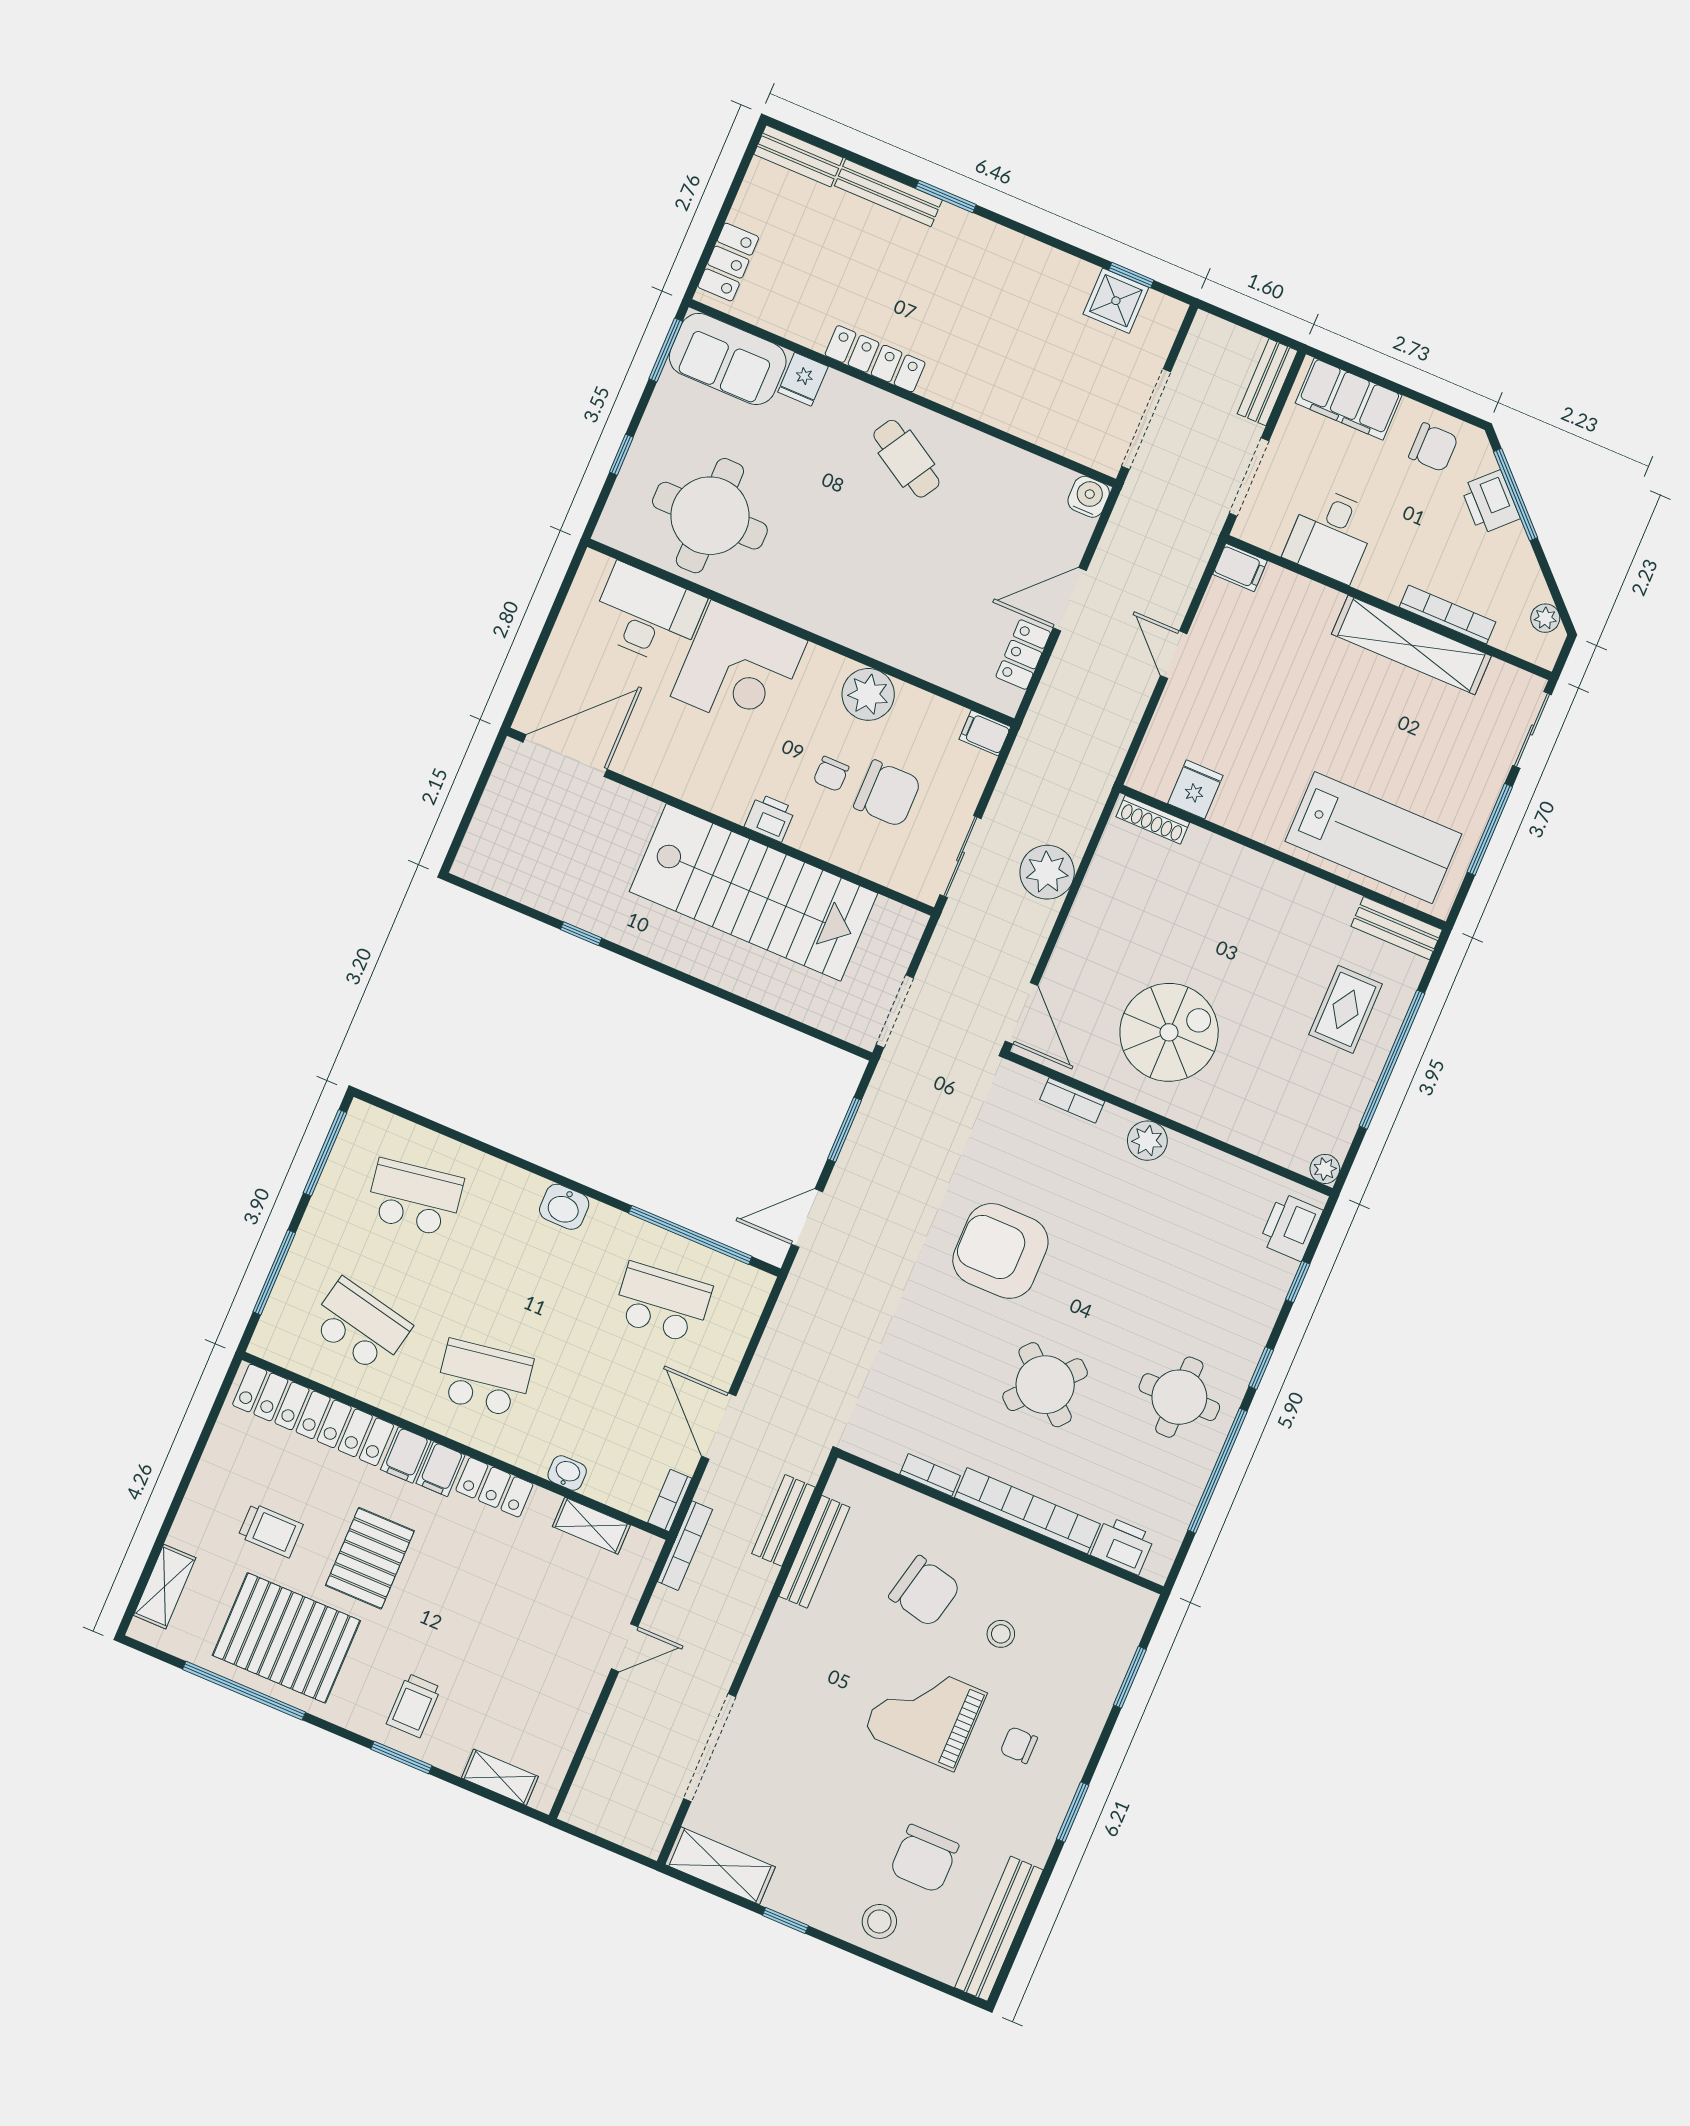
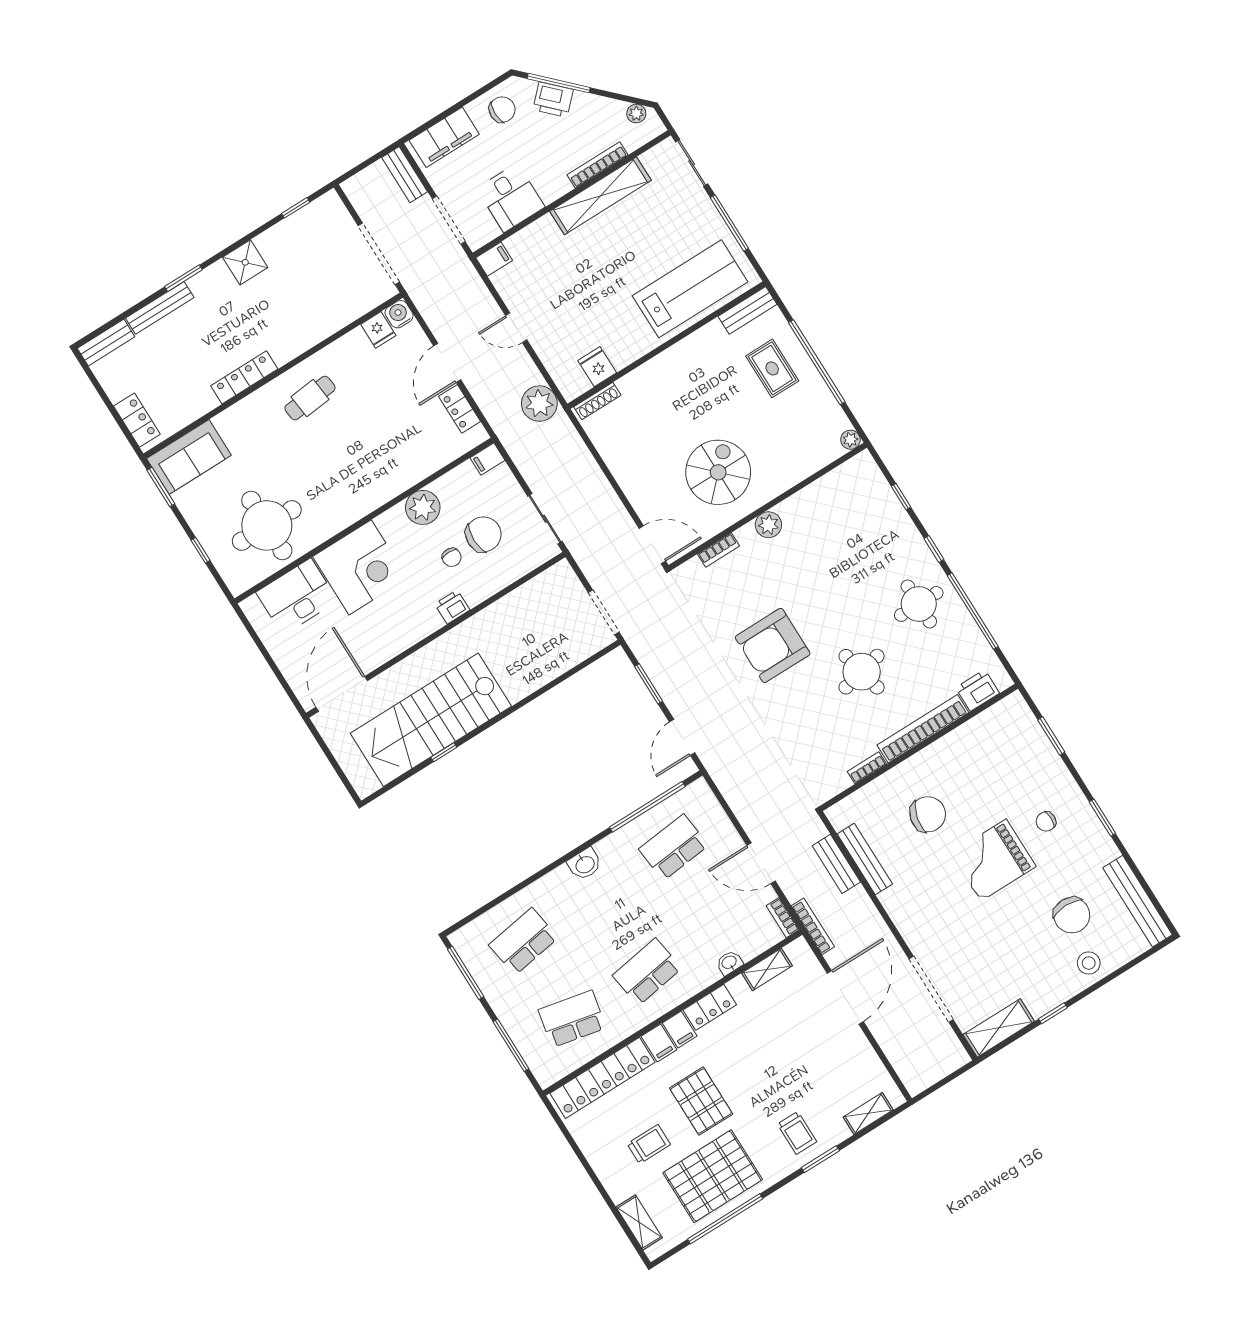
shower: (1116, 301) -> (245, 262), moved
fridge: (803, 379) -> (378, 330), moved
cafe table: (906, 459) -> (310, 398), turned -37
plant: (1047, 872) -> (539, 404), moved
stairs: (753, 892) -> (431, 720), moved, turned 180
printer: (1291, 1227) -> (869, 480), removed
round table: (1045, 1385) -> (862, 672), turned 35
stool: (1001, 1634) -> (979, 789), removed
door: (625, 1648) -> (845, 997), width x1.87

